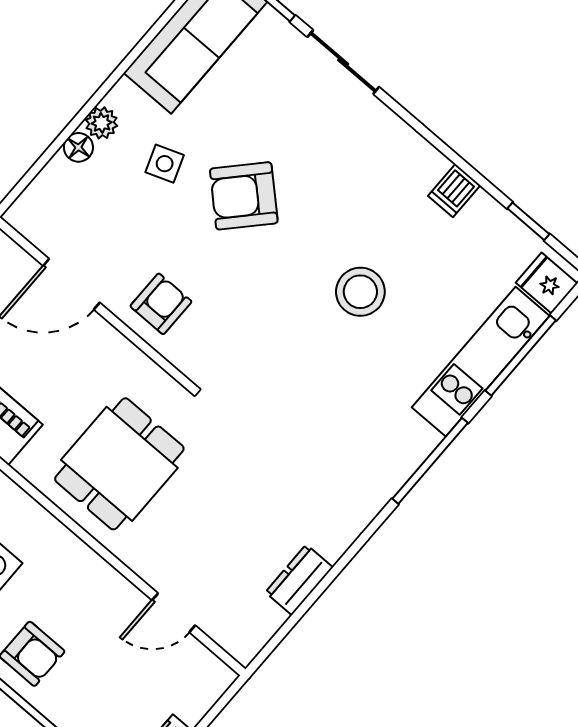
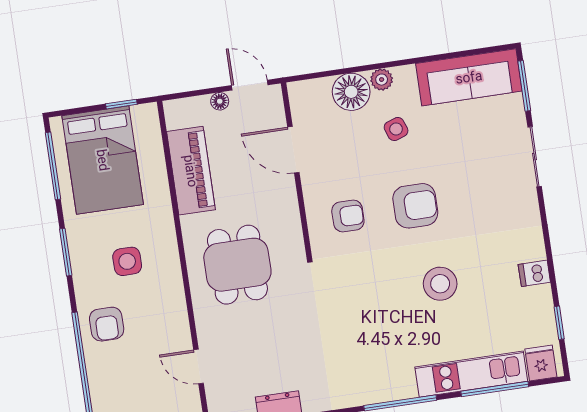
floor lamp: (78, 147) -> (351, 92), width x1.89, depth x1.89
armchair: (244, 196) -> (415, 206), moved, turned 137
armchair: (161, 304) -> (348, 216), moved
dining table: (119, 464) -> (237, 265), turned 90

